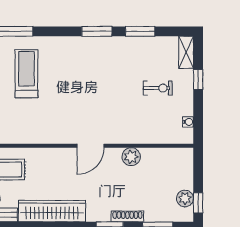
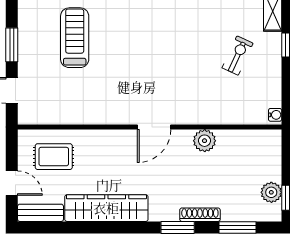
exercise bike: (158, 88) -> (238, 55), turned -65
water cooler: (188, 122) -> (275, 115), moved

